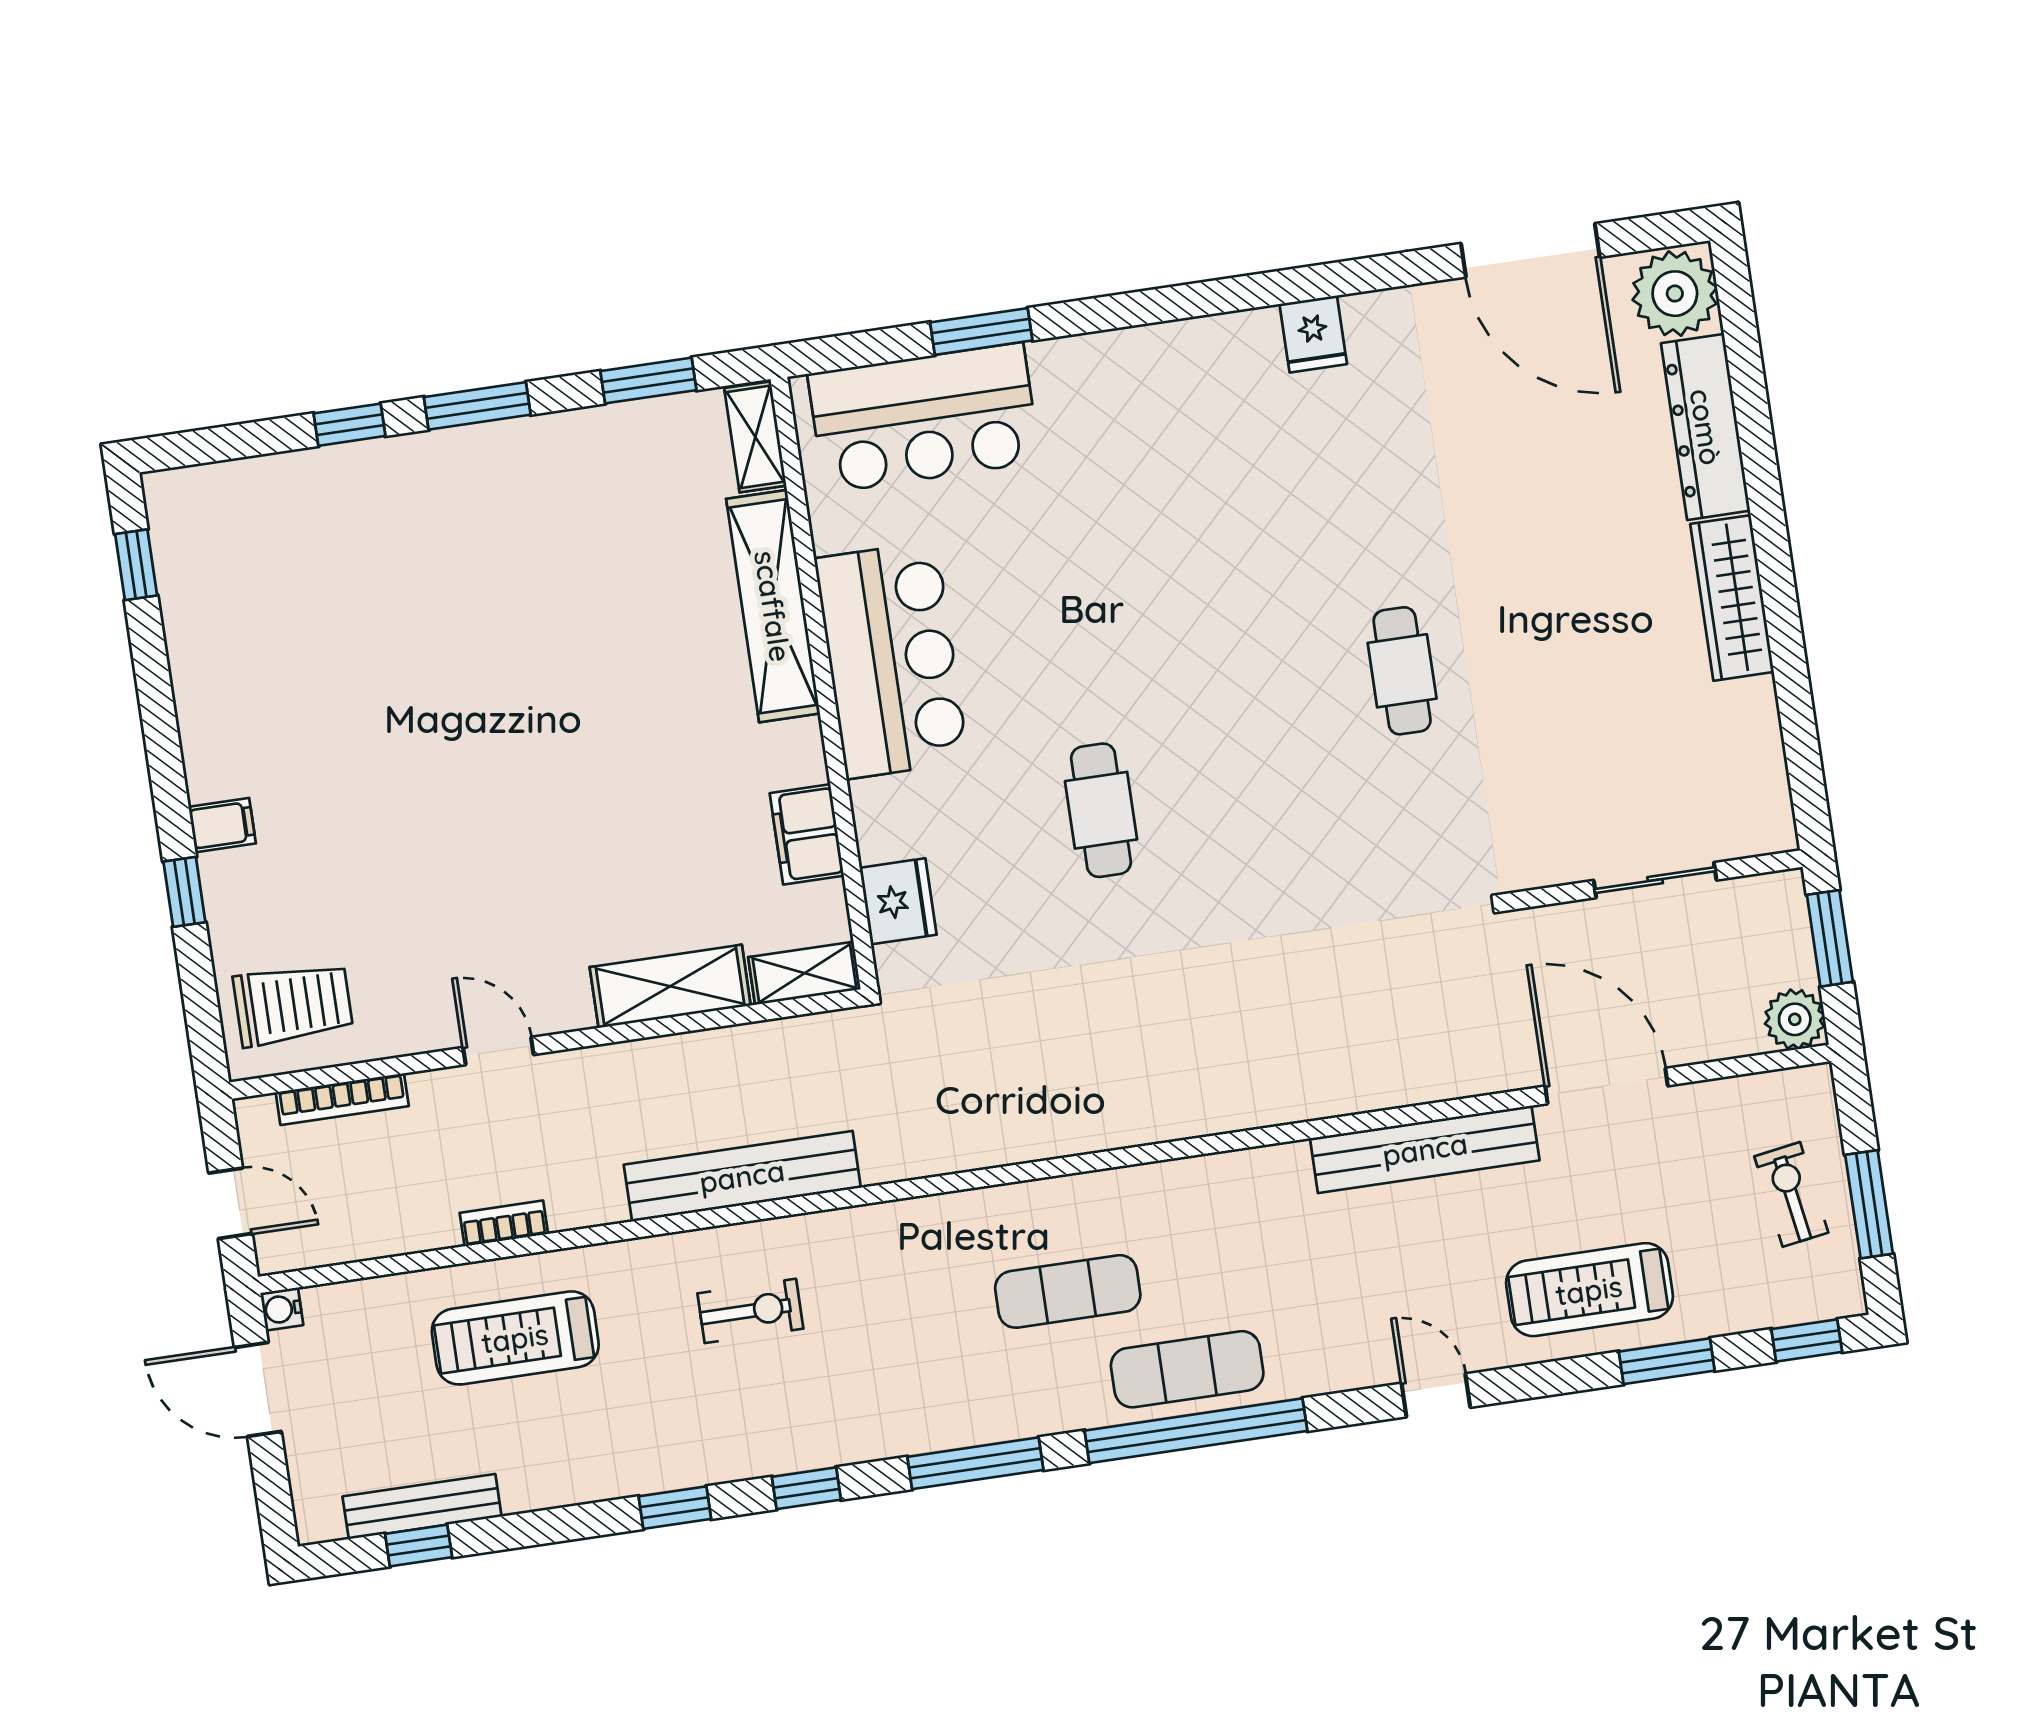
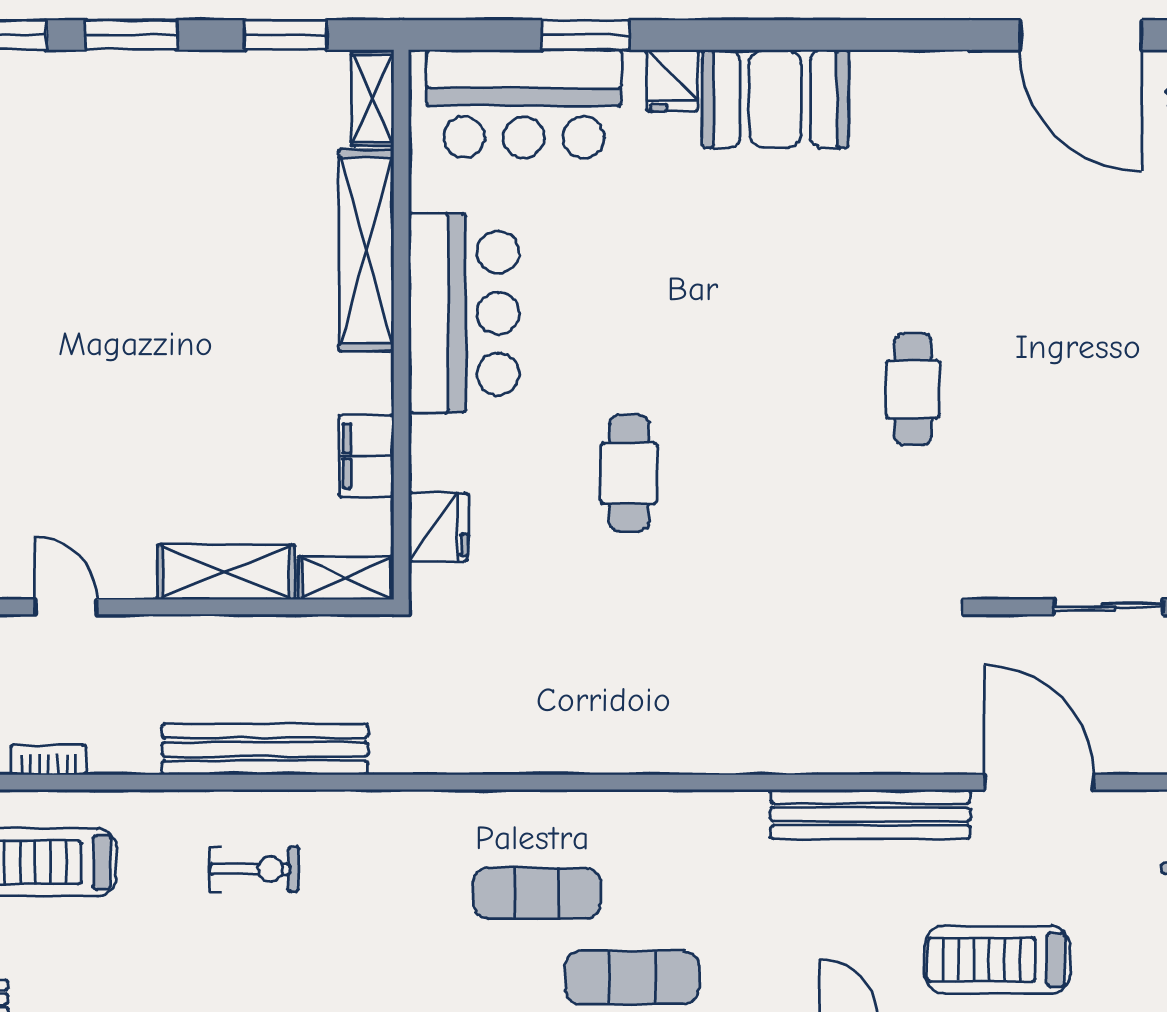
fridge: (1313, 334) -> (672, 81), moved
booth: (1202, 371) -> (775, 99), added

